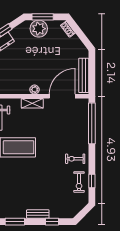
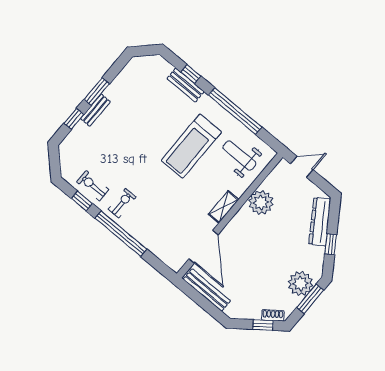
window: (77, 30) -> (263, 325), added
plant: (34, 90) -> (261, 202), moved, width x1.88, depth x1.88
window: (92, 123) -> (121, 234), moved
window: (15, 222) -> (97, 92), moved

